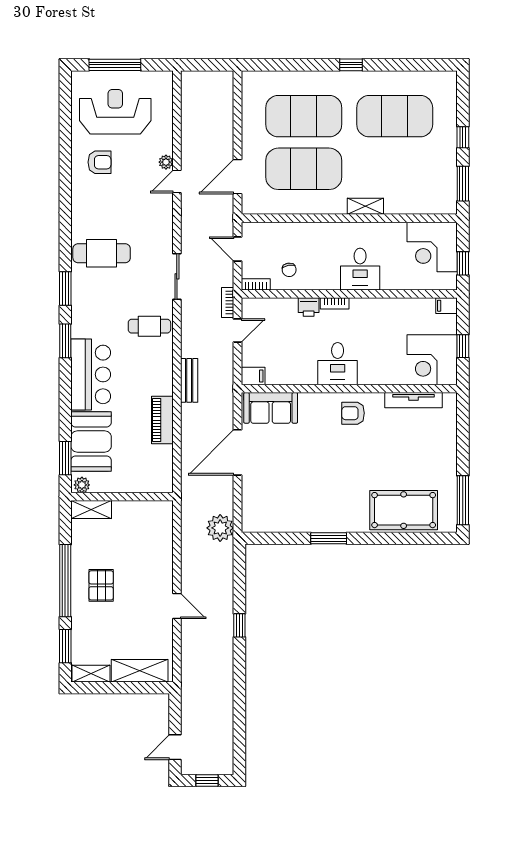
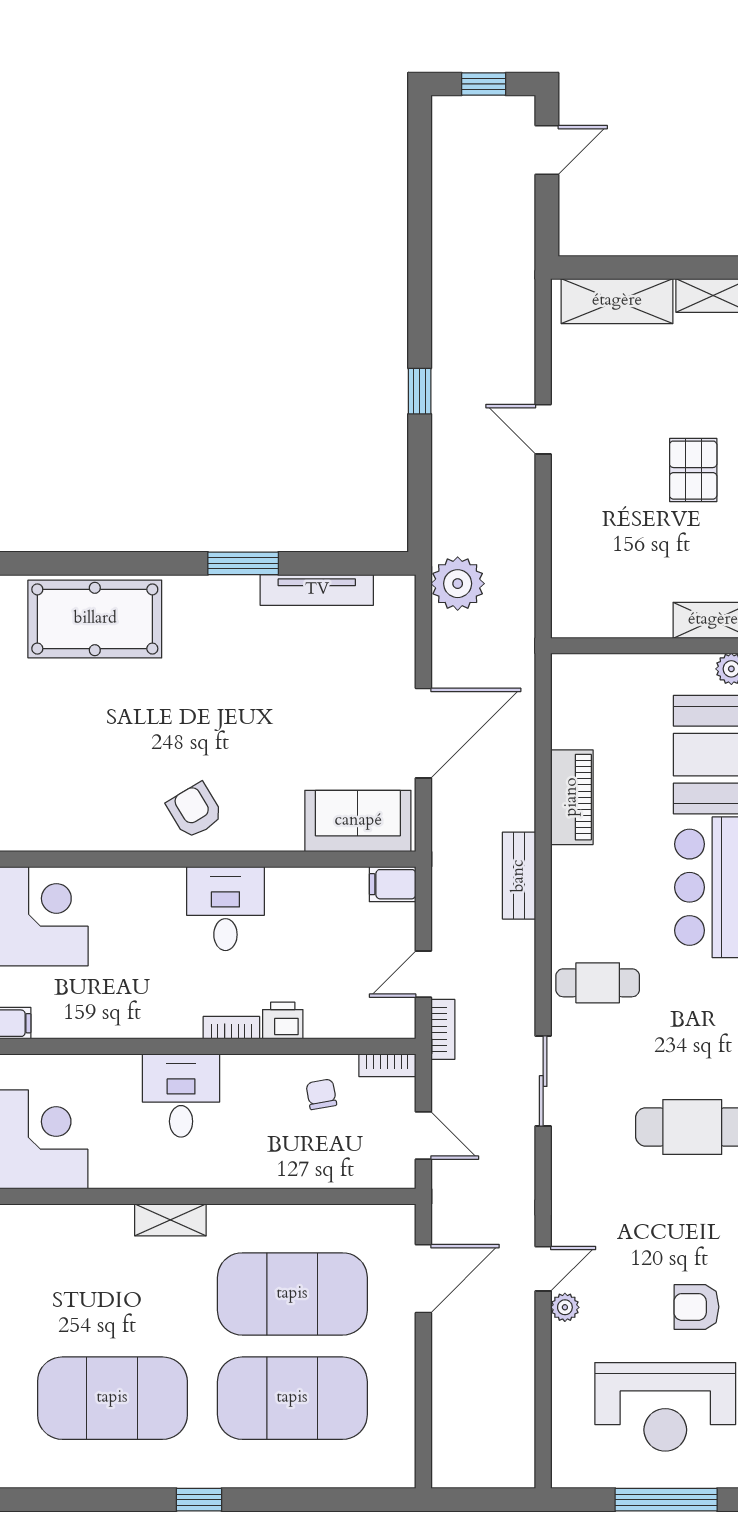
tv unit: (414, 400) -> (317, 590), moved, turned 180
armchair: (353, 413) -> (195, 811), turned -121

